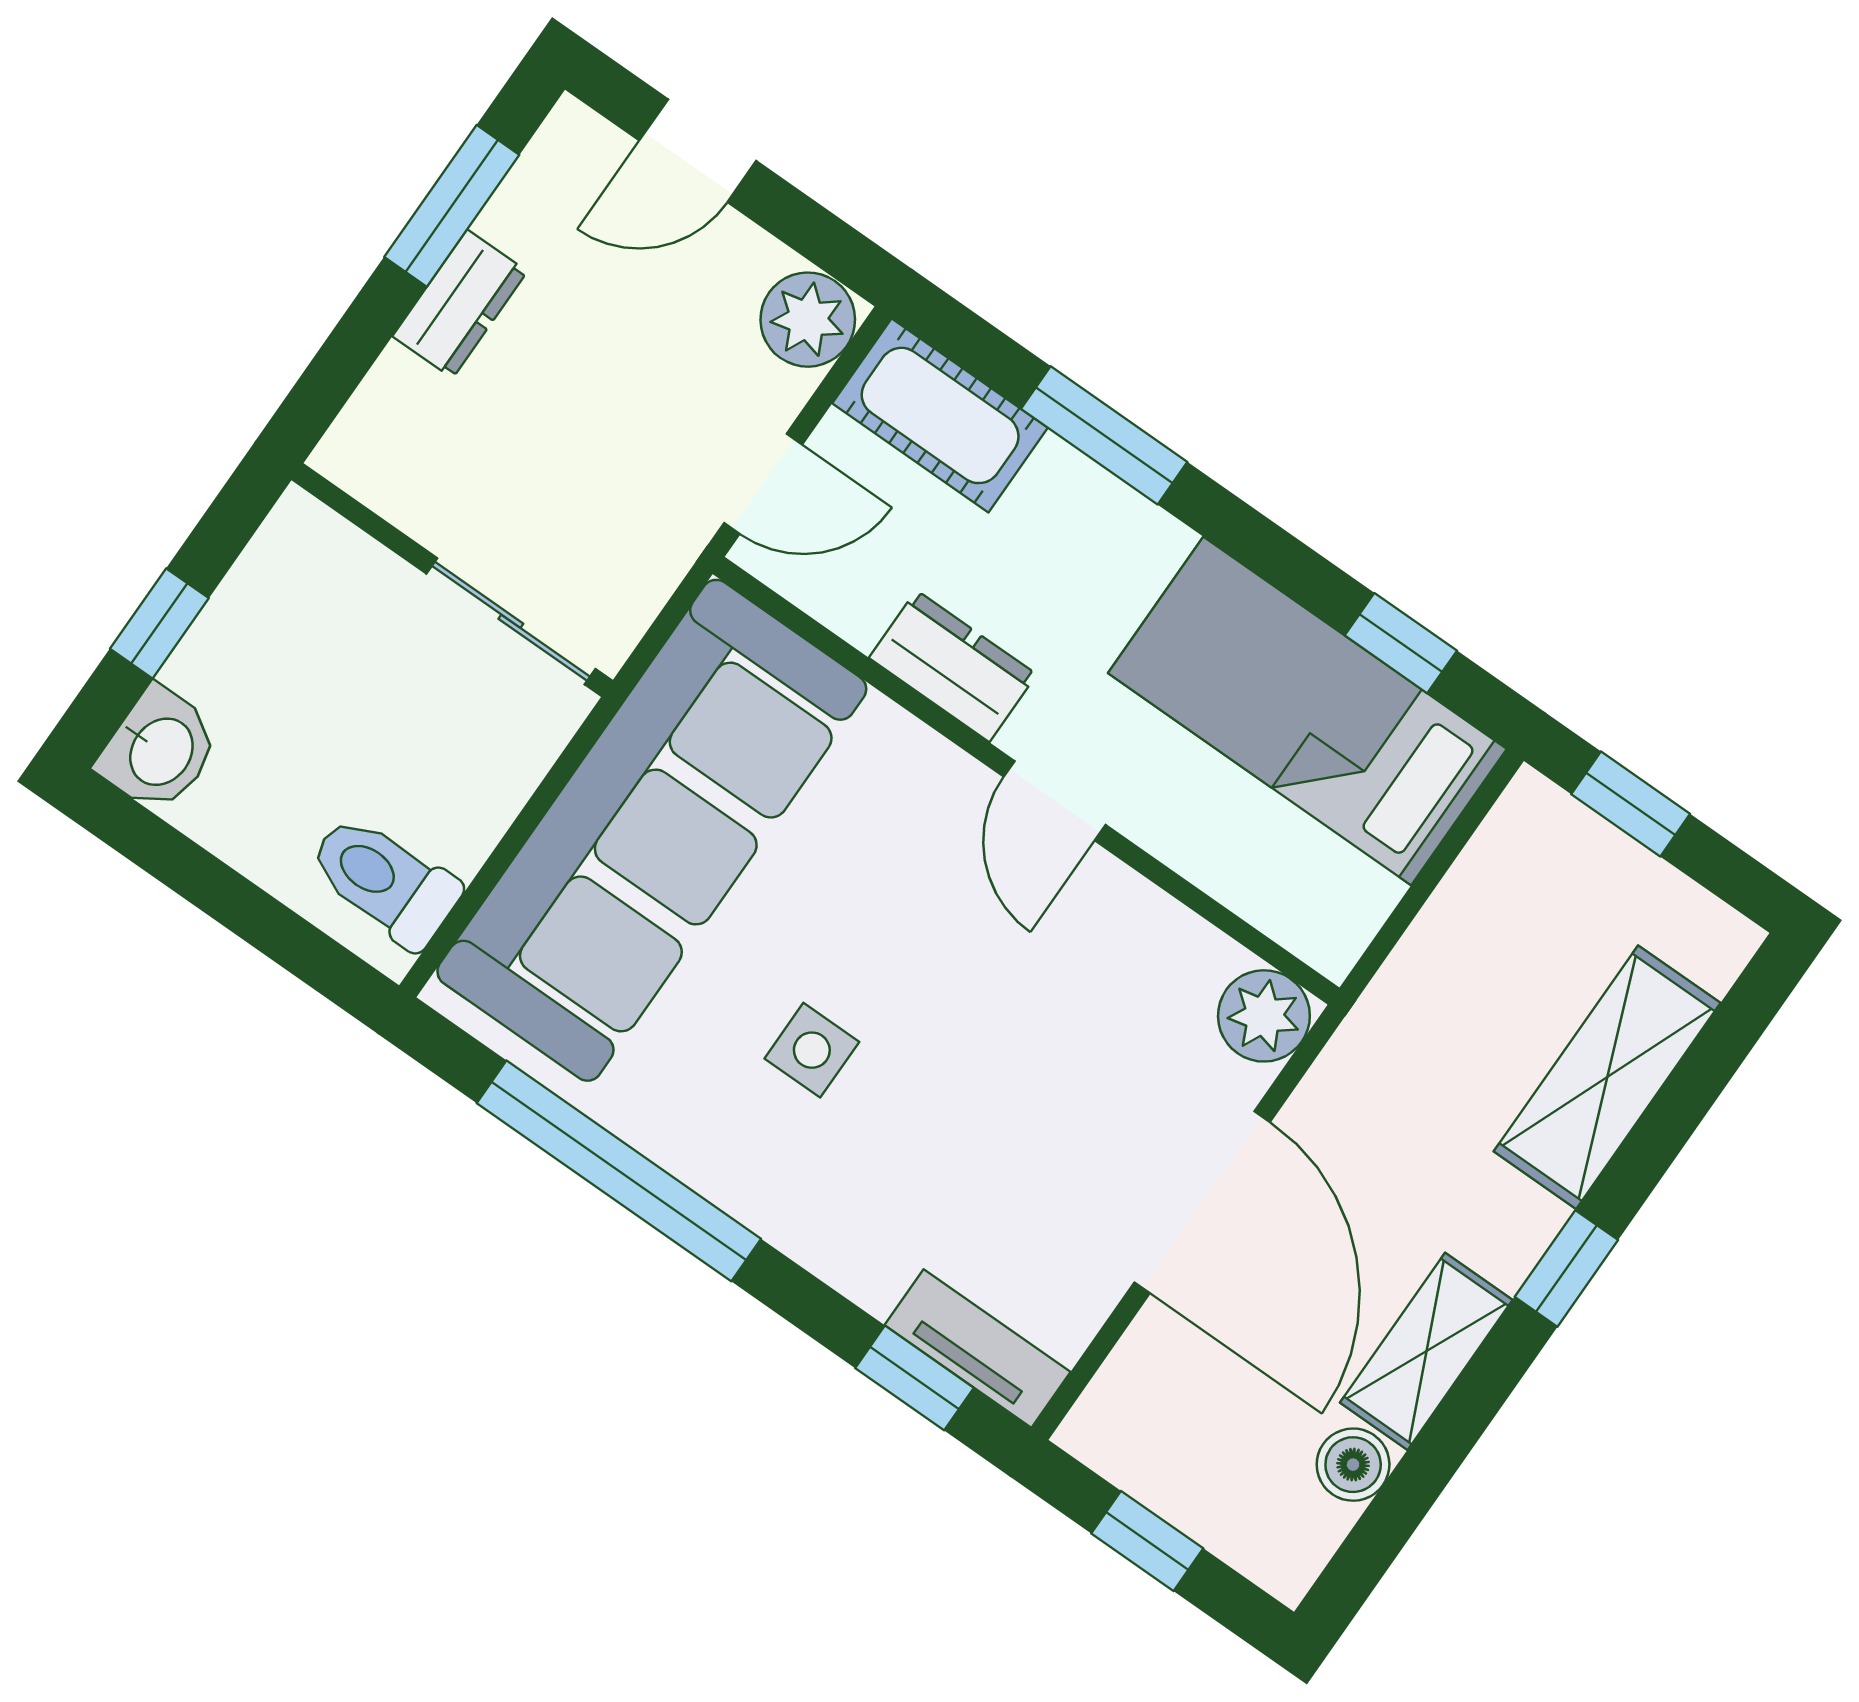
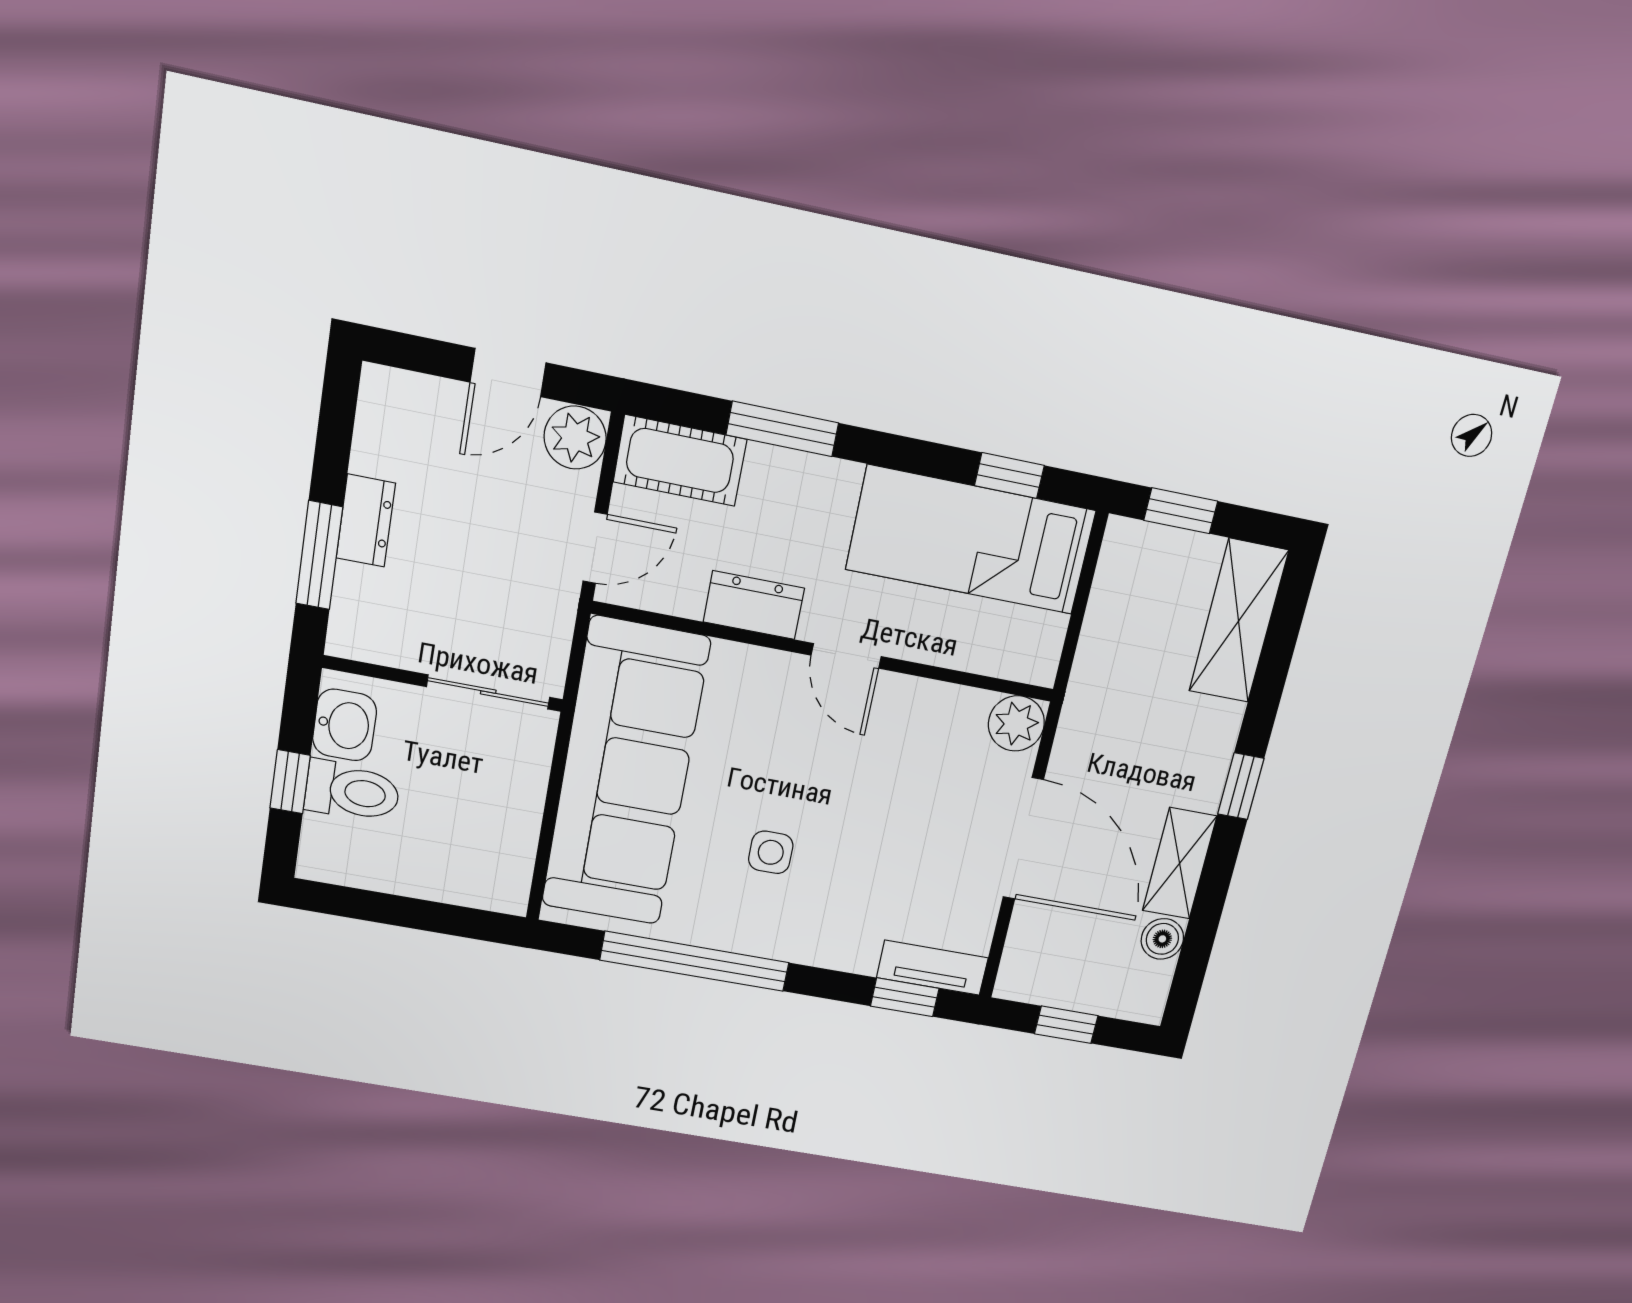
door: (698, 151) -> (508, 373), moved
window: (452, 206) -> (319, 555), moved
washbasin: (159, 750) -> (345, 725), moved
toilet: (384, 881) -> (352, 791), moved, turned 180
shelving: (1607, 1077) -> (1239, 621), moved

